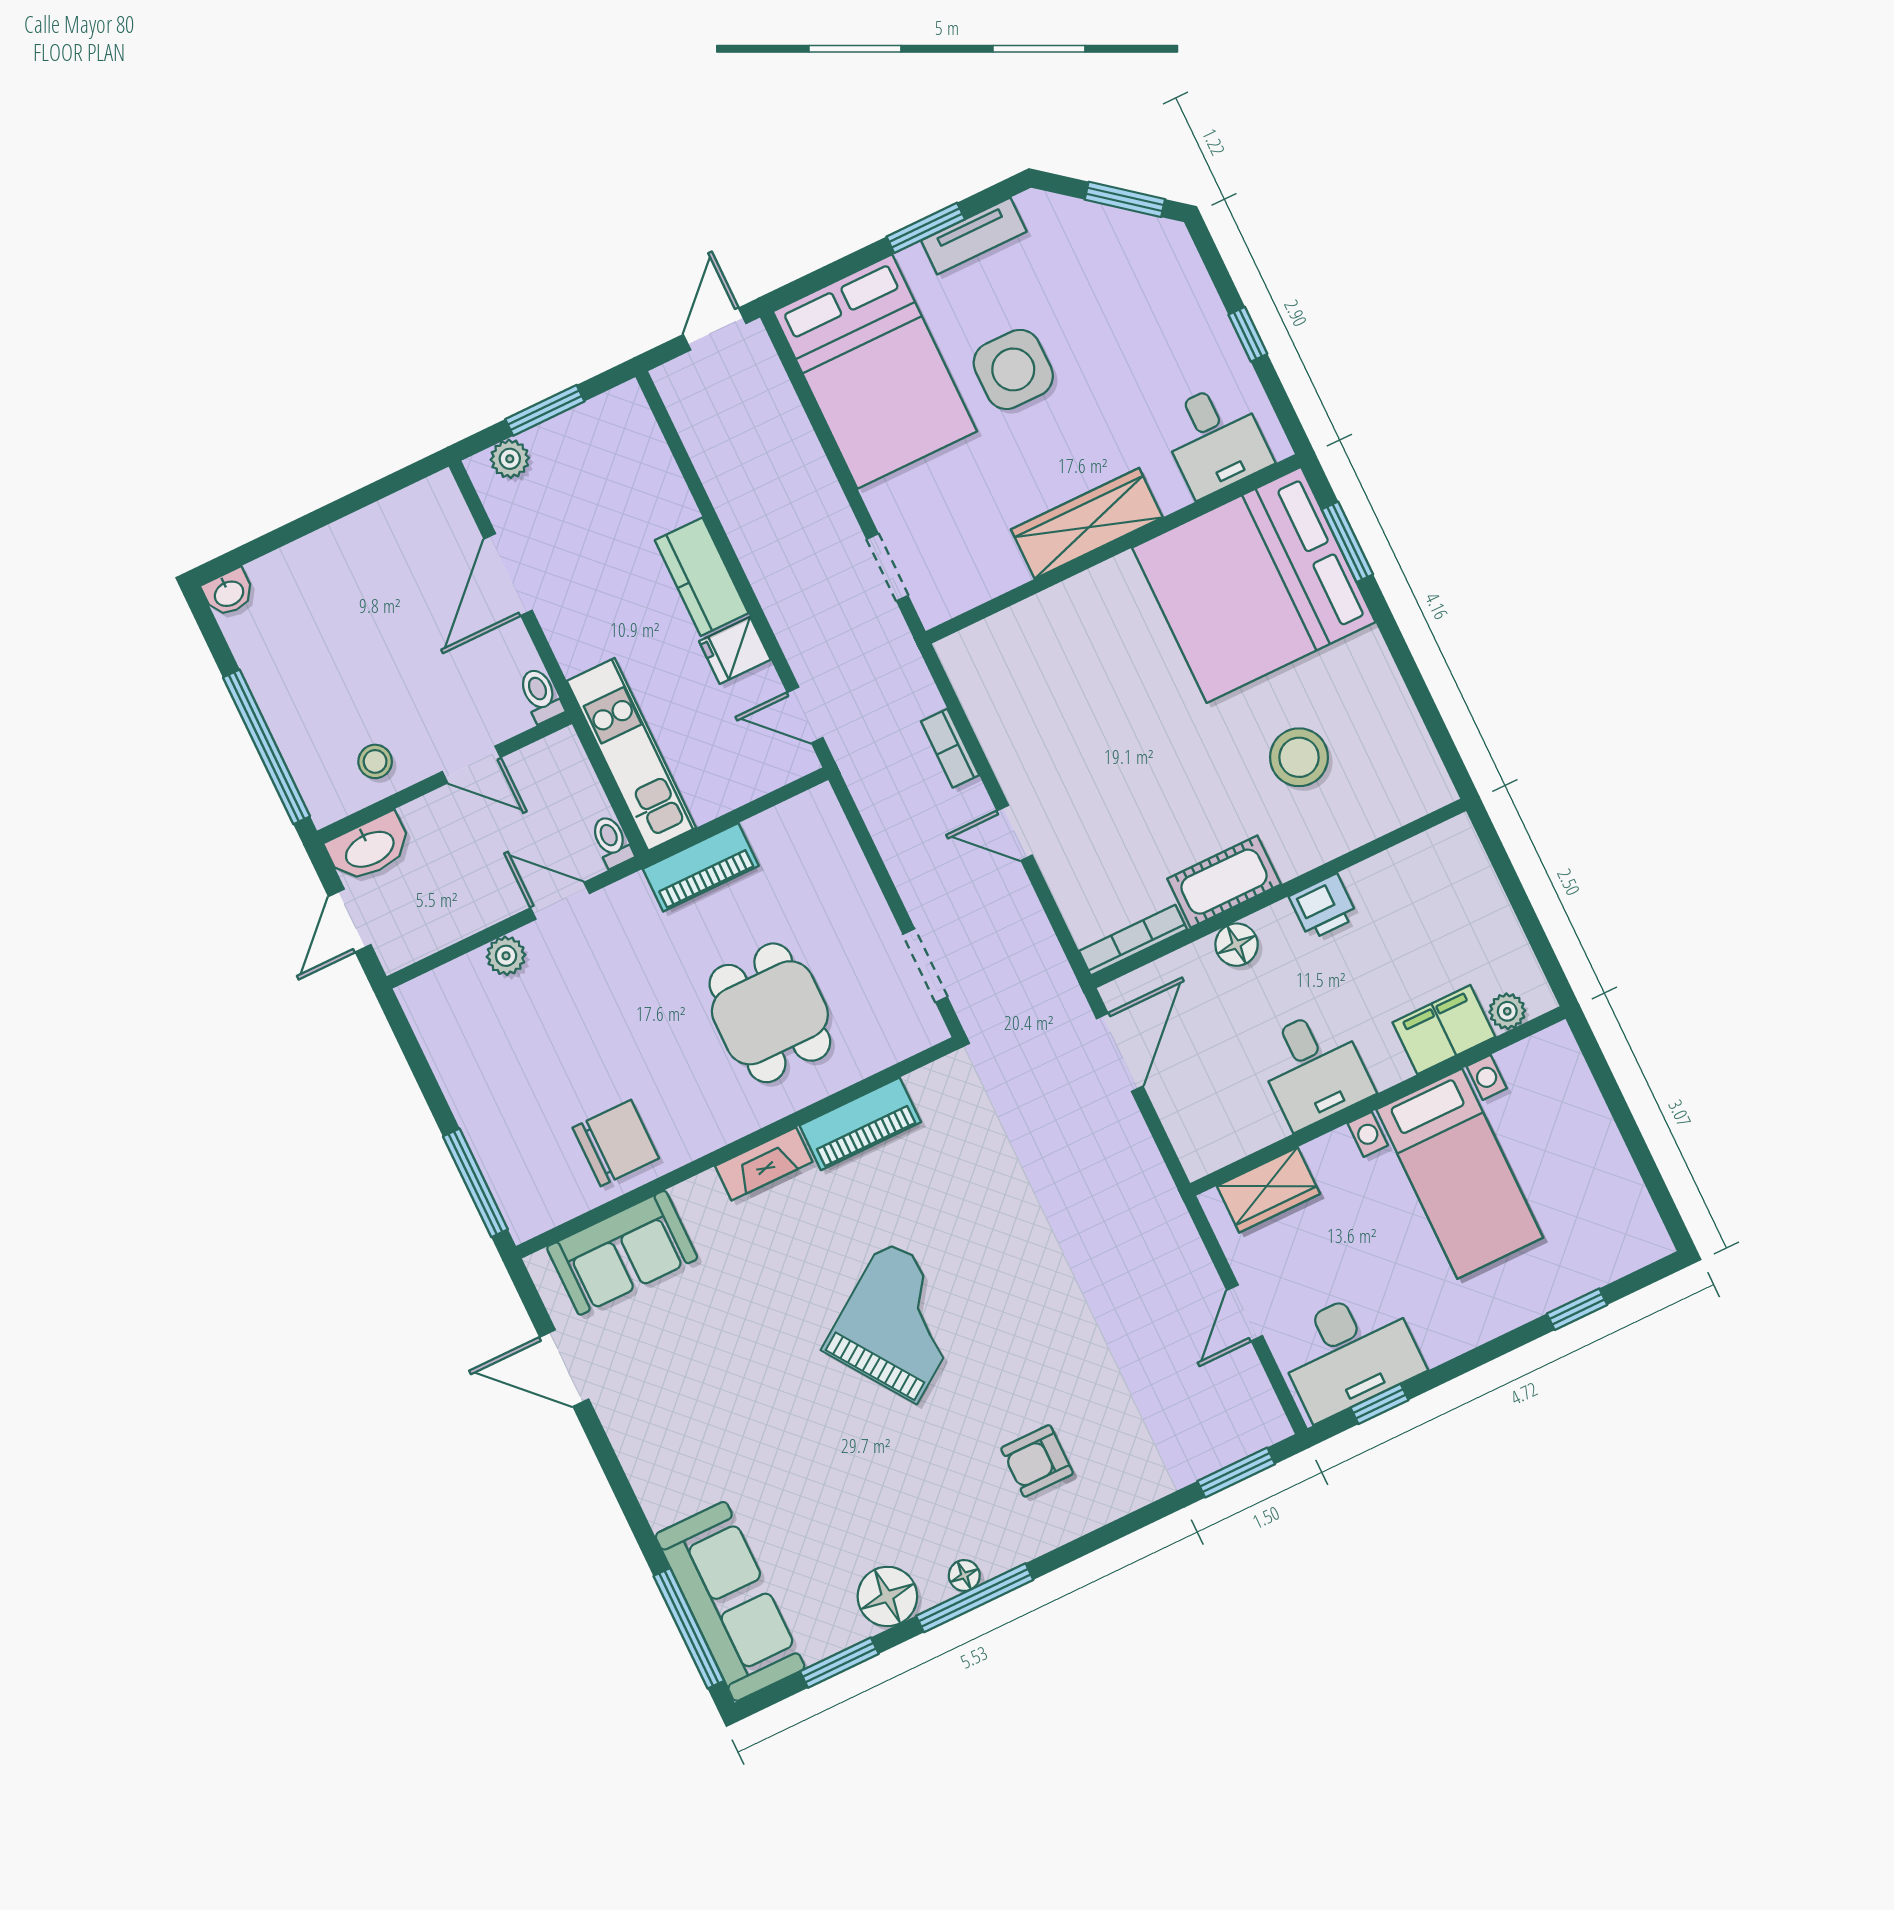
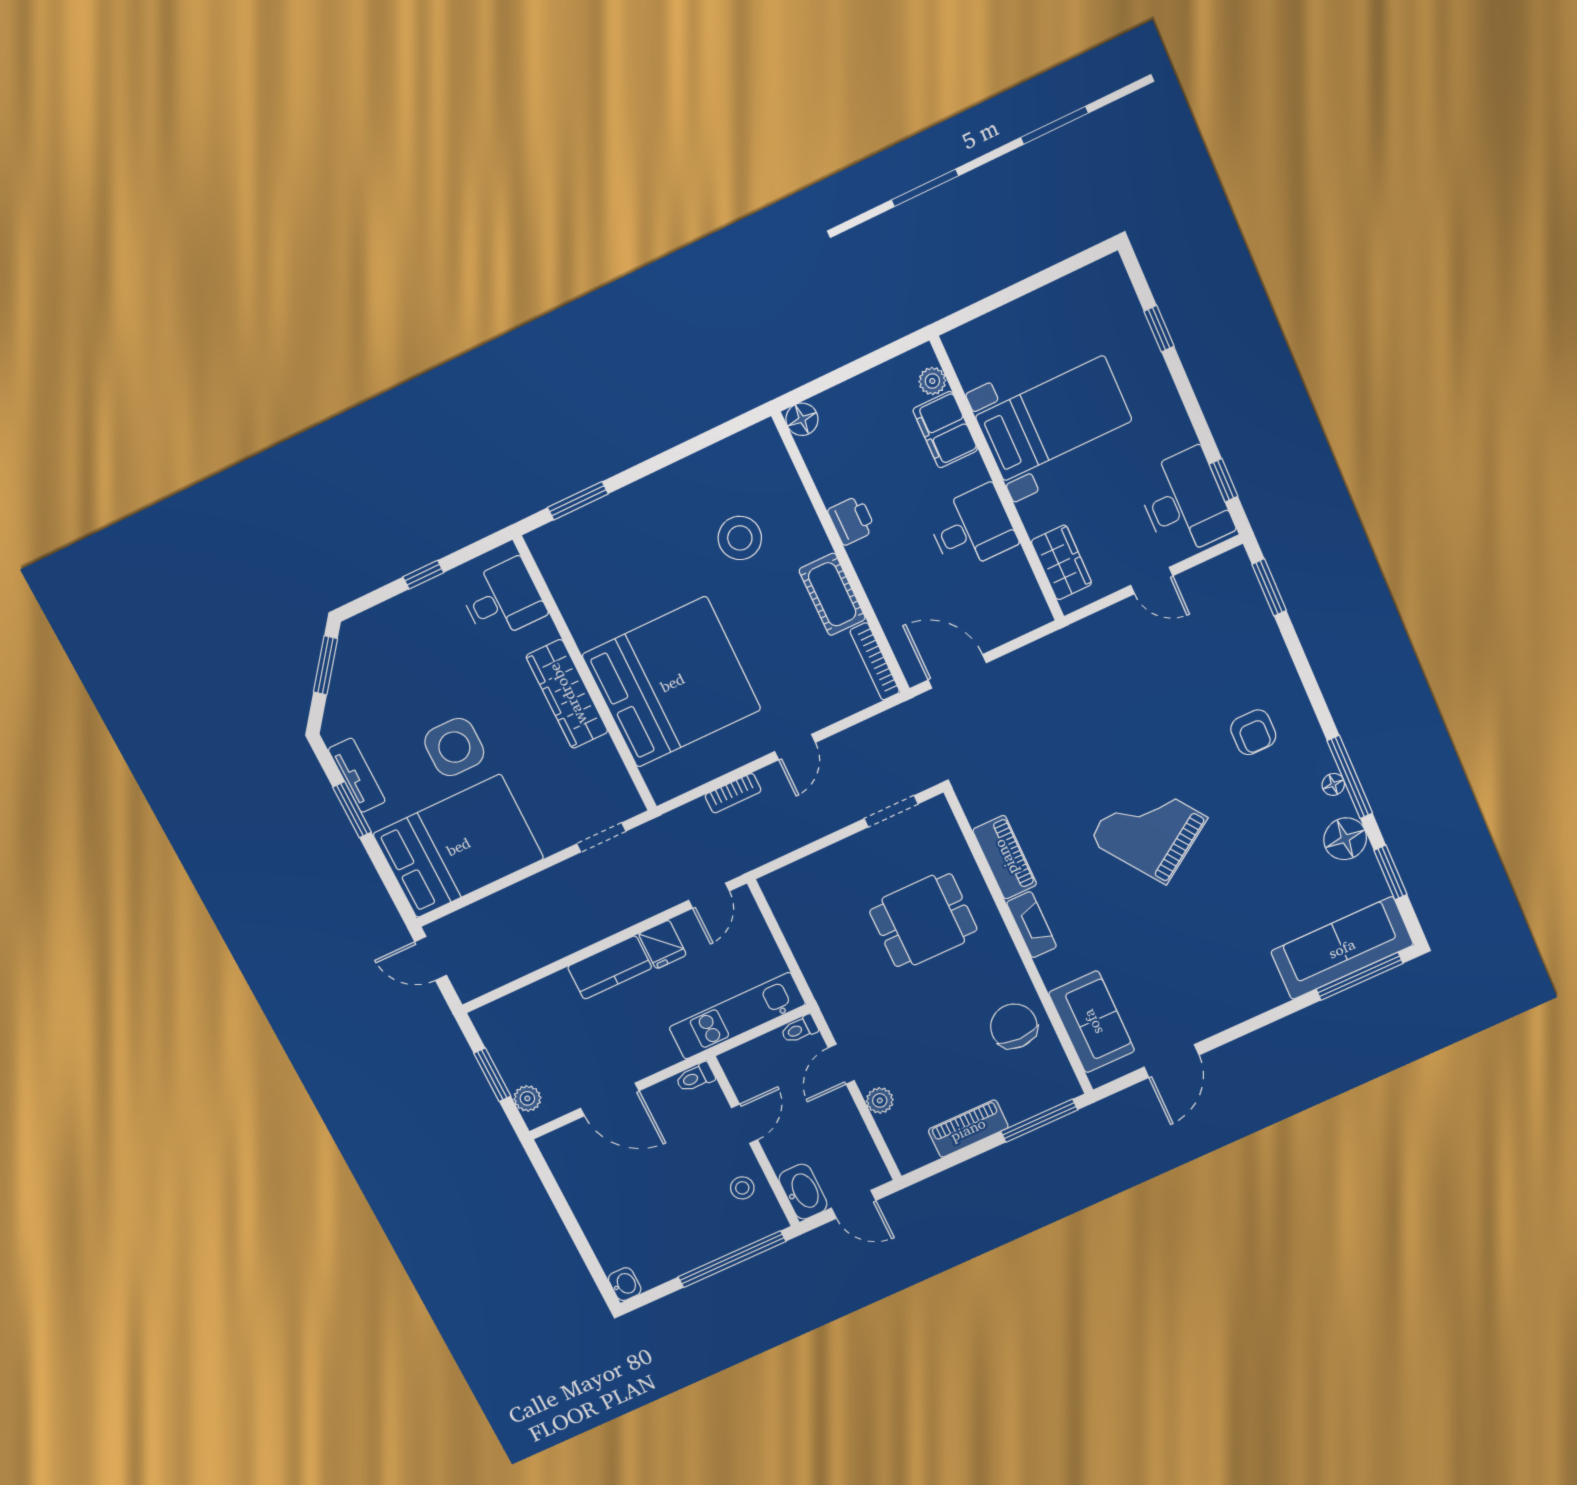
bed: (1254, 585) -> (672, 682), moved, turned -90
piano: (701, 867) -> (968, 1129), moved, turned -90
floor lamp: (1237, 945) -> (802, 419), moved

